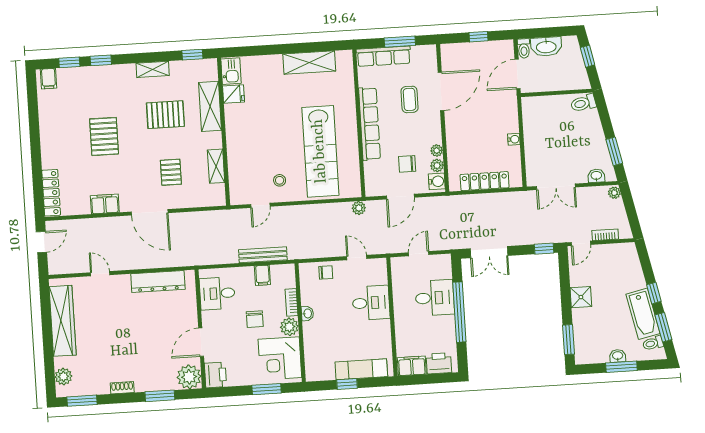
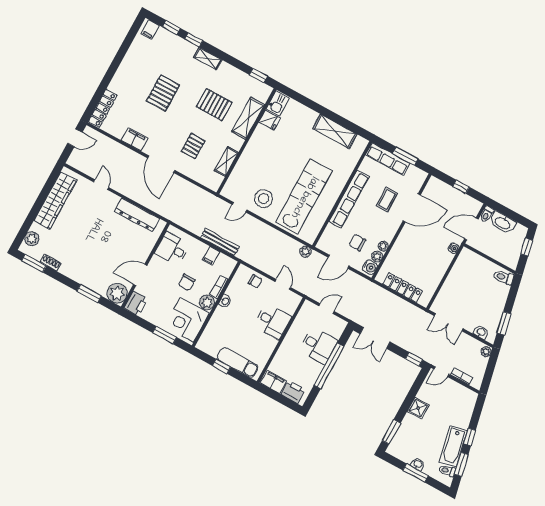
shelving: (153, 69) -> (208, 59), moved
water cooler: (514, 139) -> (454, 248), moved
lab bench: (320, 151) -> (304, 197), turned 180
stool: (280, 180) -> (264, 199), width x1.89, depth x1.89
shoe rack: (122, 388) -> (51, 263), moved

